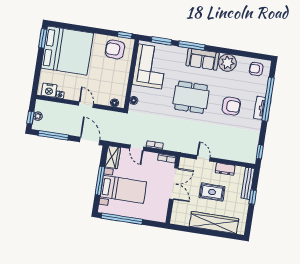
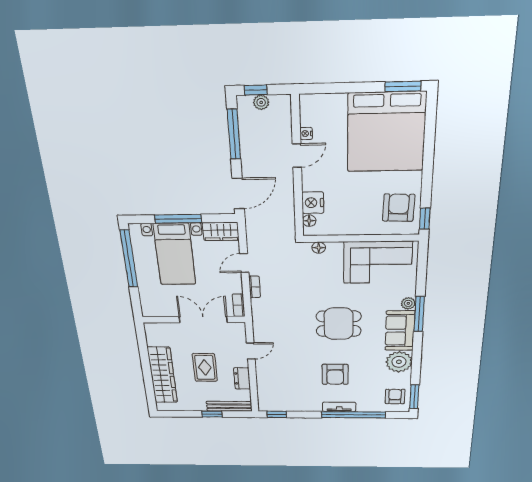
window: (161, 41) -> (414, 397), moved
plant: (183, 52) -> (408, 303), added
nightstand: (49, 90) -> (313, 203), moved
dining table: (191, 97) -> (339, 324), width x0.73
door: (86, 105) -> (297, 156), moved
double door: (174, 184) -> (203, 320), swing flipped

